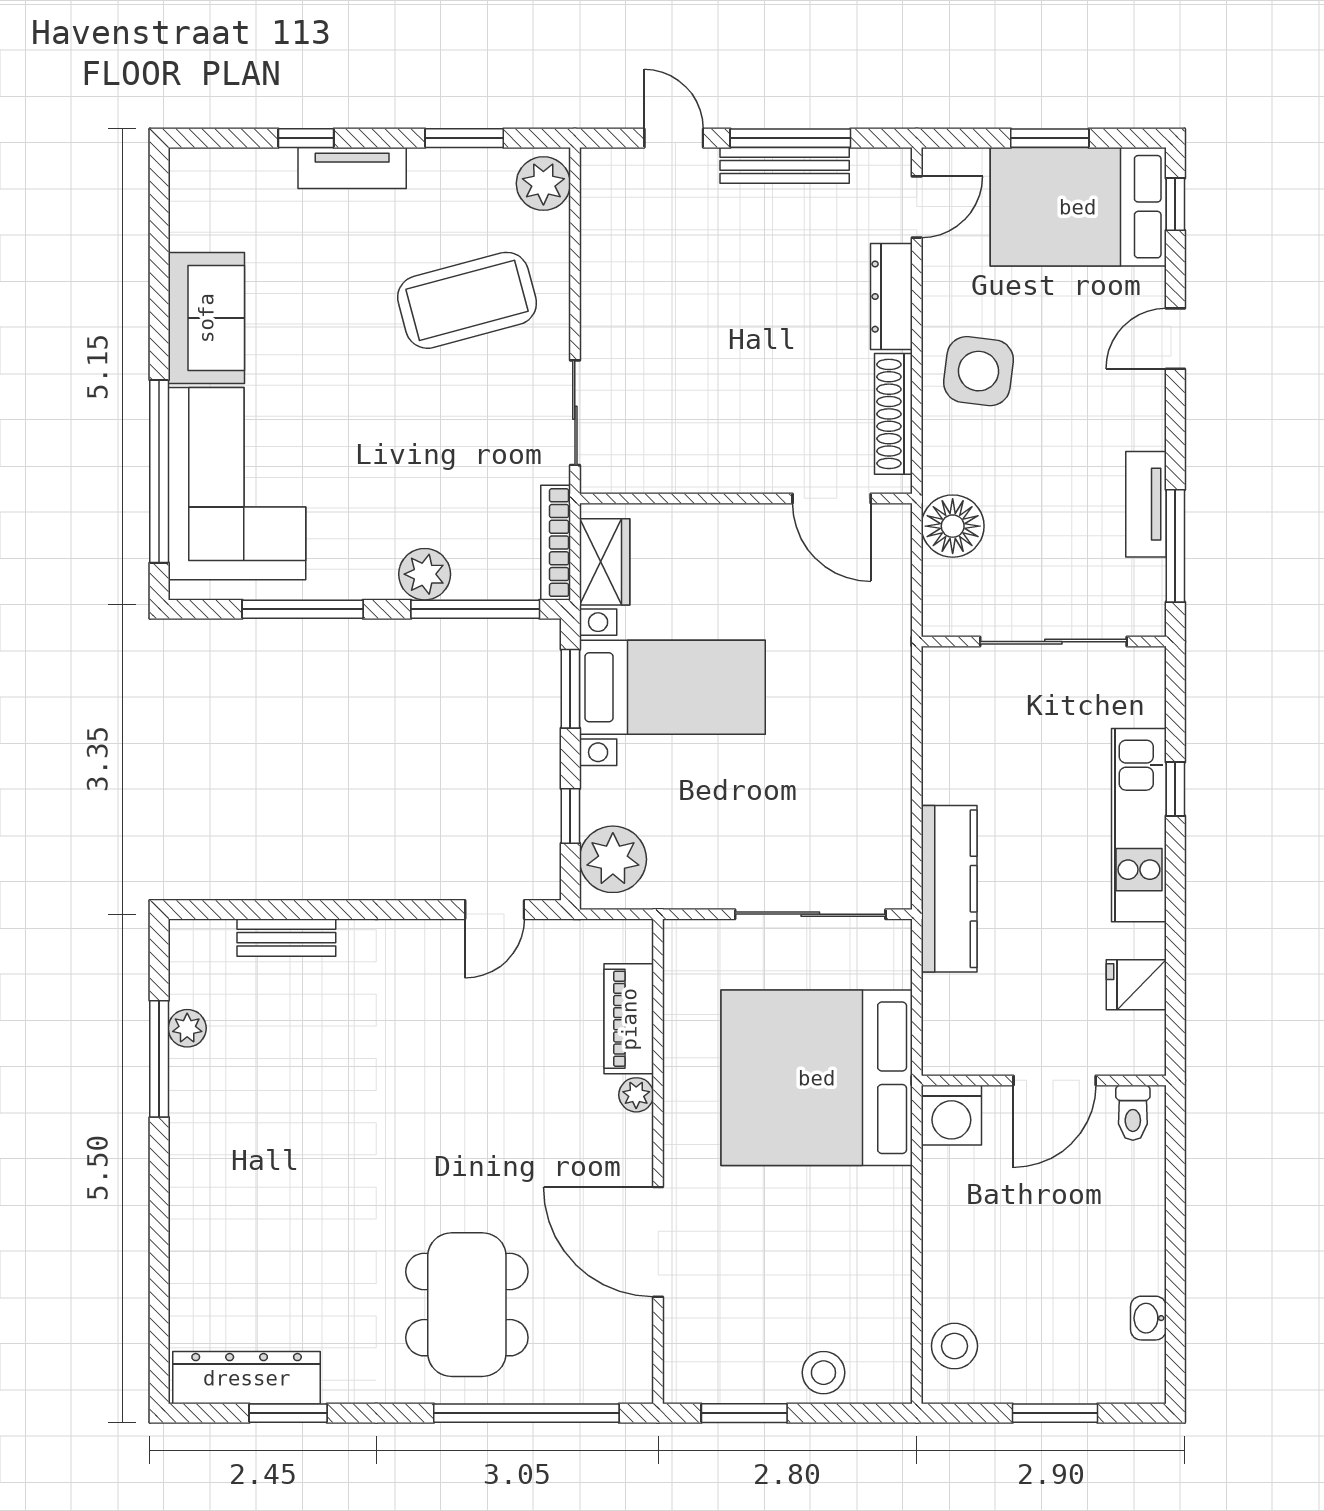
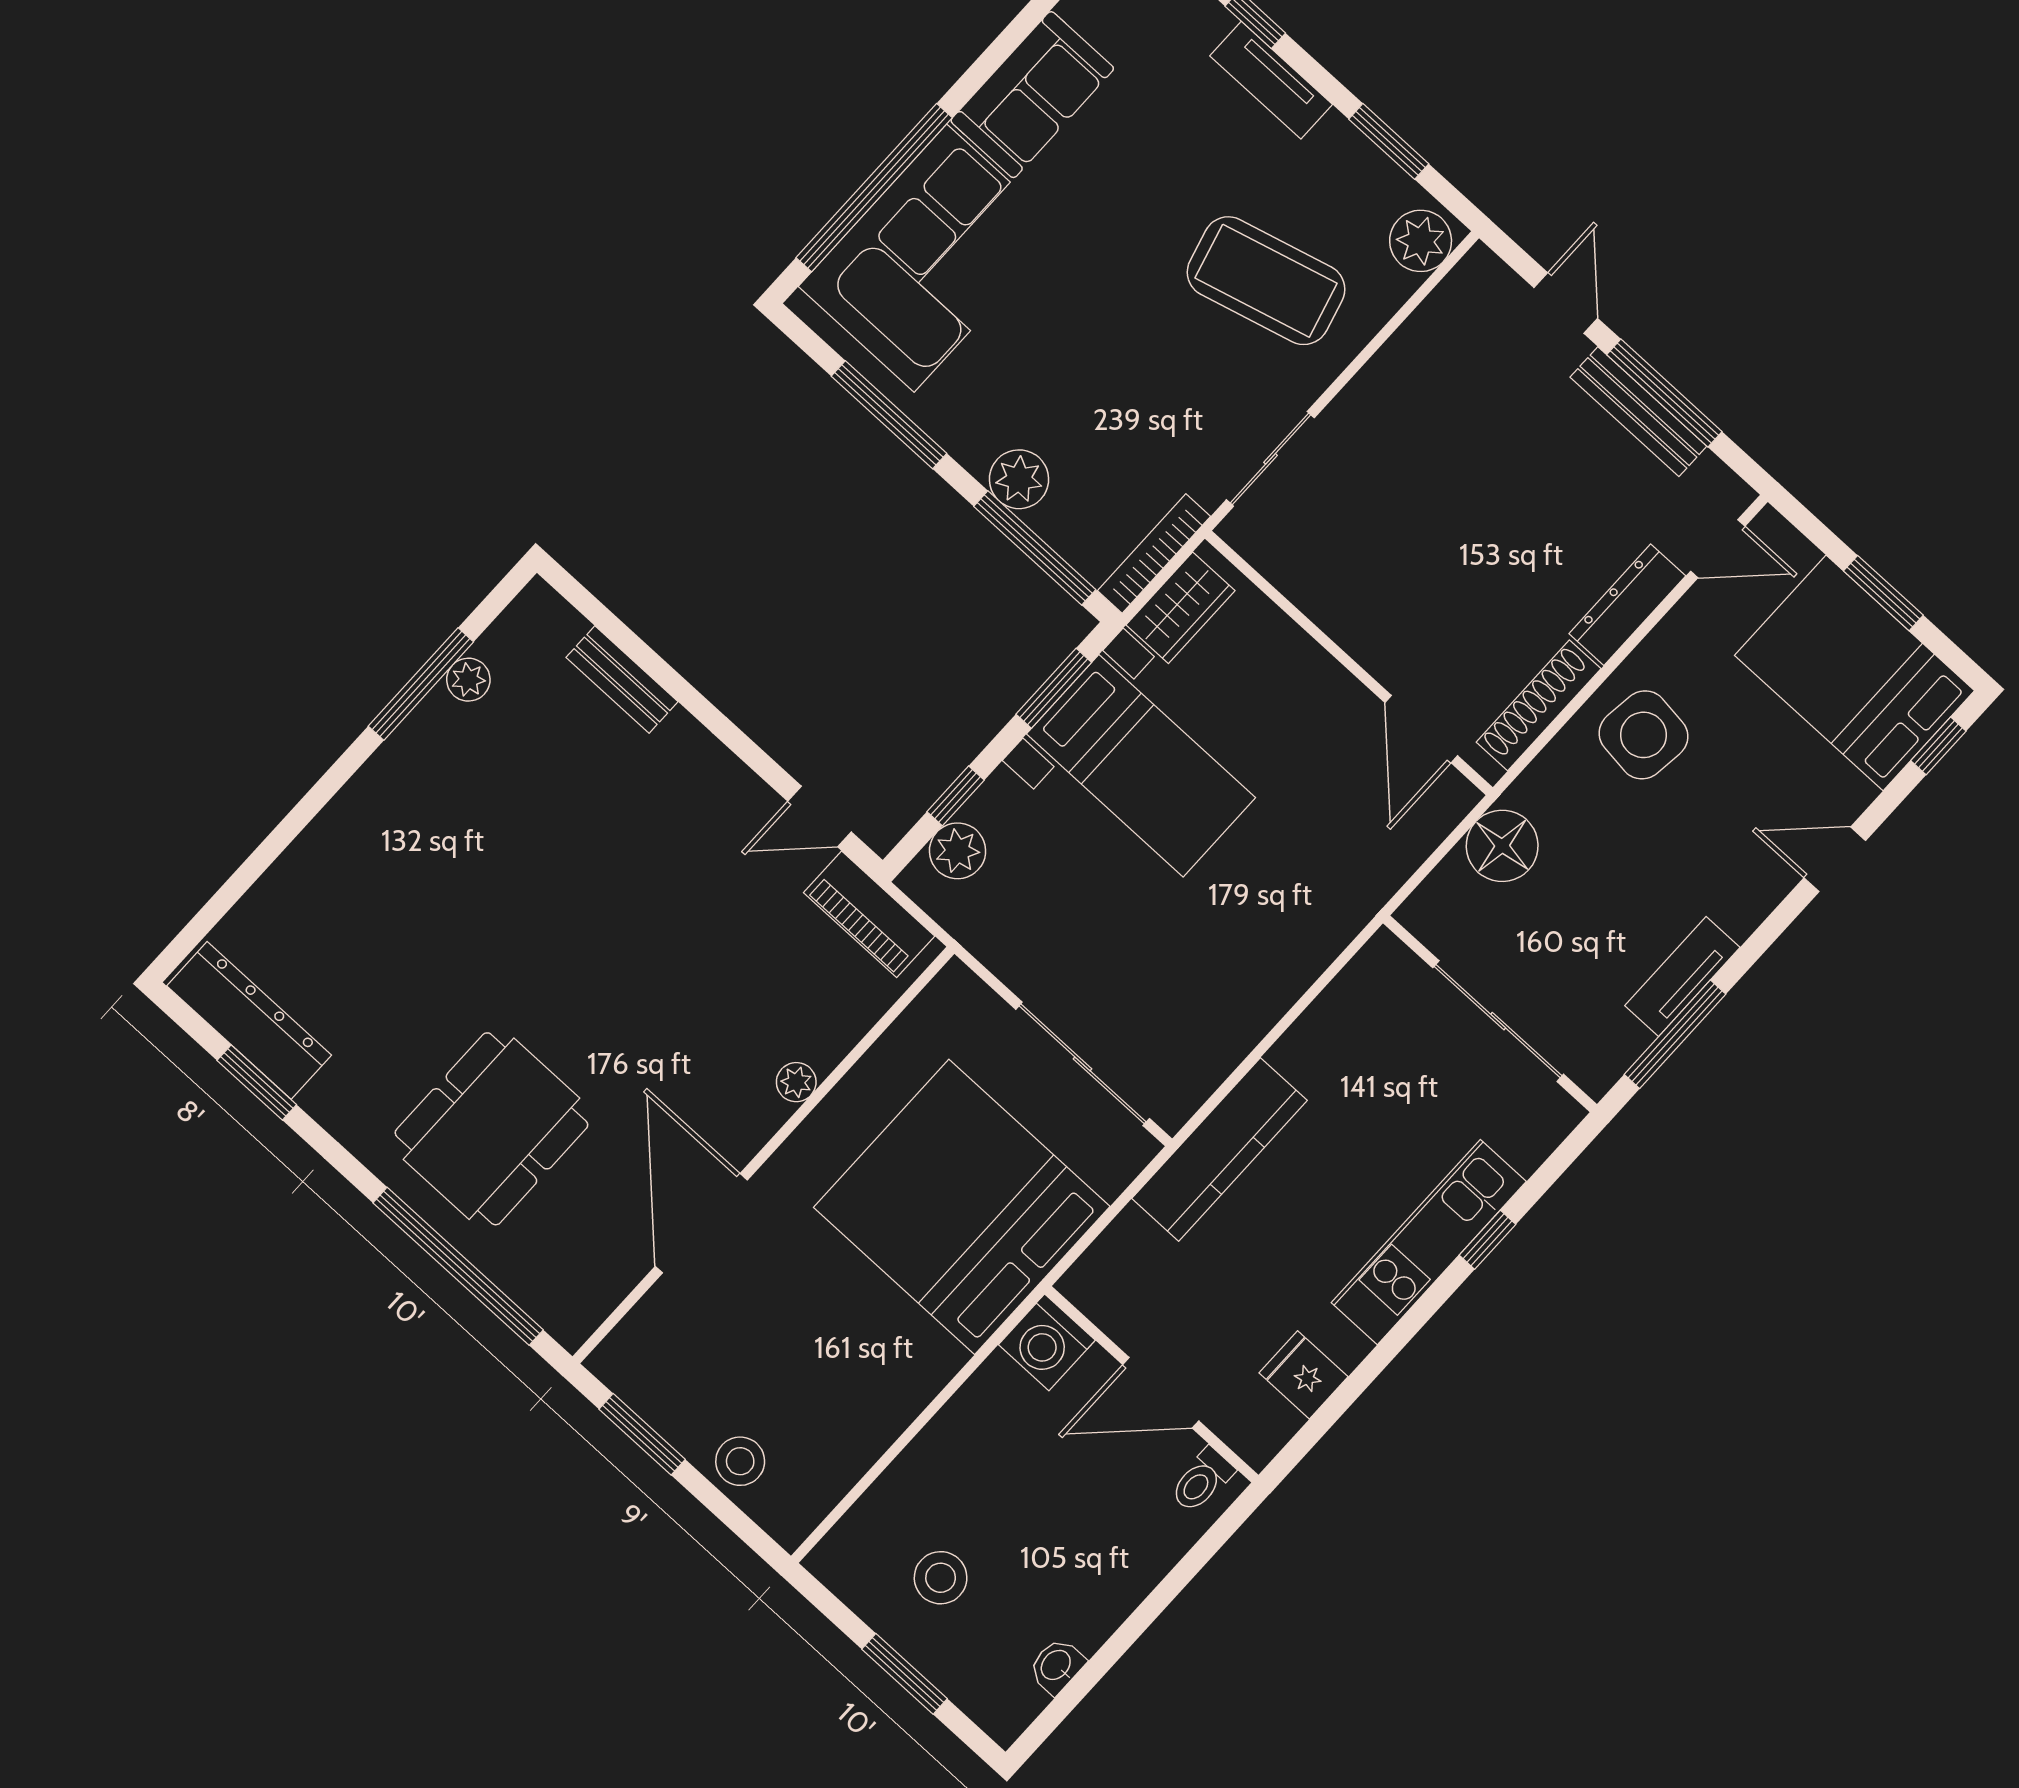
plant: (613, 859) -> (958, 851), width x0.73, depth x0.73
piano: (629, 1019) -> (869, 914), moved, turned -90
stool: (954, 1346) -> (941, 1578), moved

